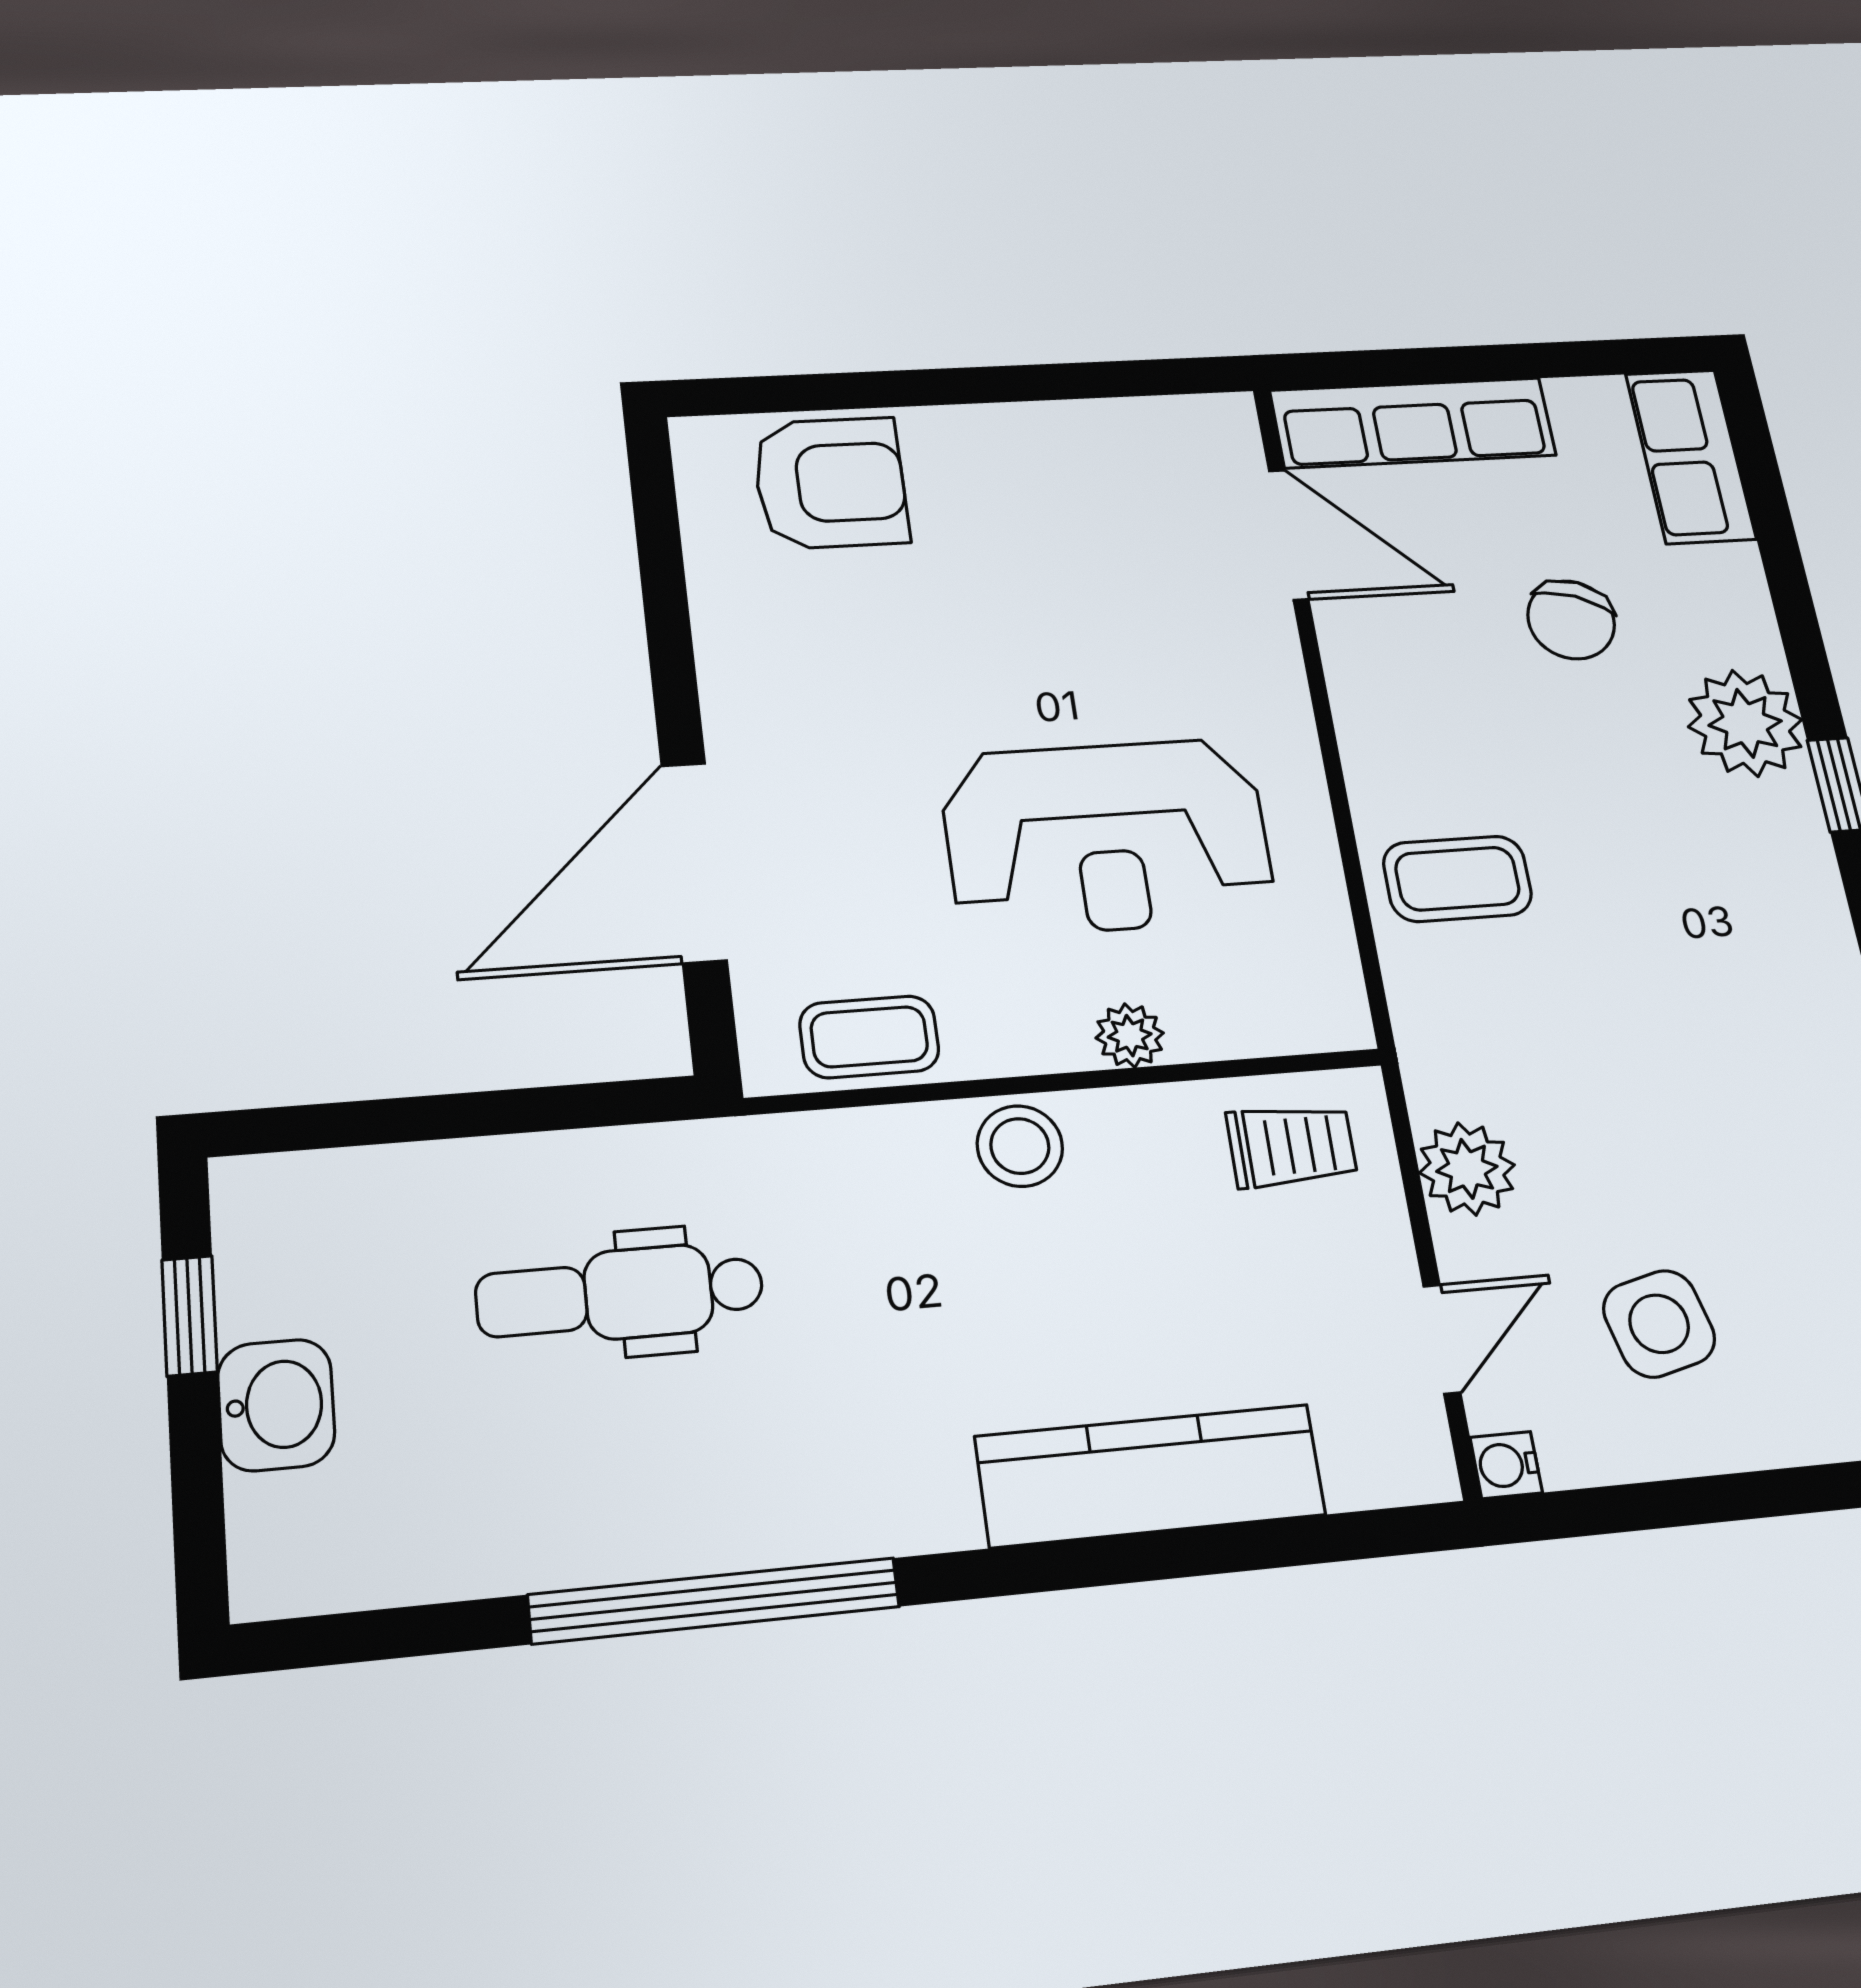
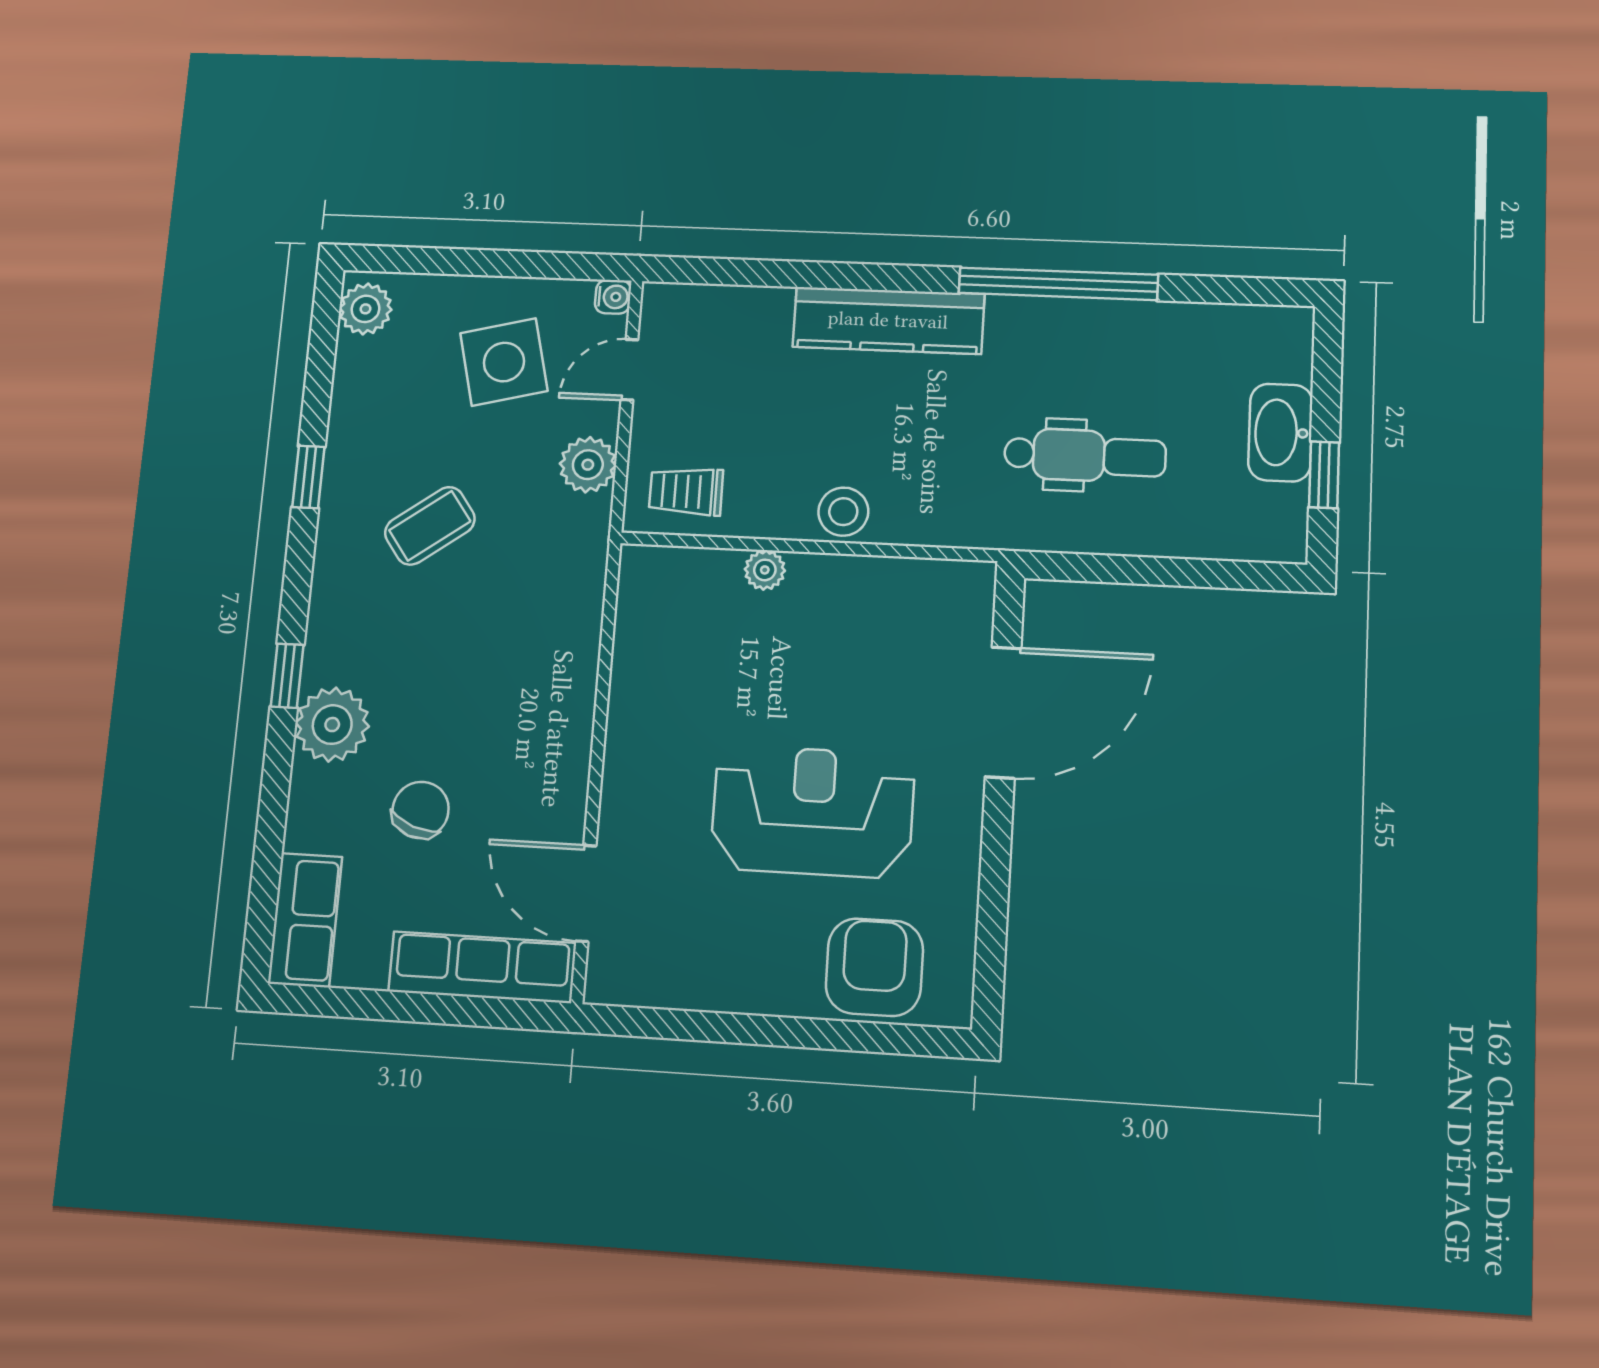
armchair: (830, 483) -> (874, 967), turned 90
reception desk: (1107, 837) -> (813, 811), moved
coffee table: (1457, 879) -> (430, 526), moved, turned -36
coffee table: (869, 1037) -> (918, 589), removed
side table: (1659, 1324) -> (504, 362), width x1.37, depth x1.37
washbasin: (276, 1405) -> (1280, 433), width x1.38
kitchen counter: (1150, 1476) -> (888, 320), moved

